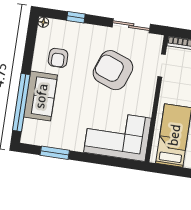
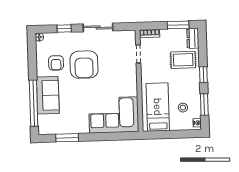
sliding door: (131, 26) -> (98, 27), moved
armchair: (113, 70) -> (84, 65), moved, turned -110

